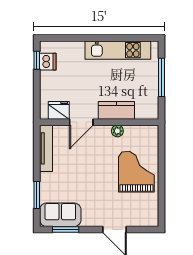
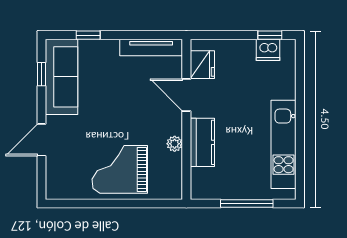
grand piano: (136, 172) -> (120, 169), turned 180
window: (37, 195) -> (88, 35), width x0.67
sofa: (60, 215) -> (62, 77), width x1.36
window: (66, 230) -> (42, 74), width x0.67

